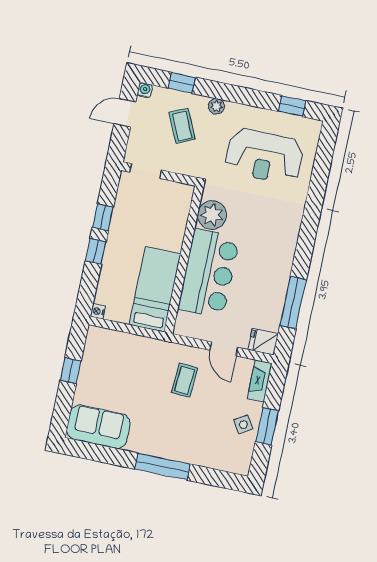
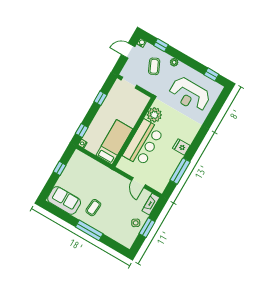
window: (96, 251) -> (82, 131), moved
fridge: (263, 342) -> (181, 147), moved
coffee table: (185, 380) -> (93, 208), moved

